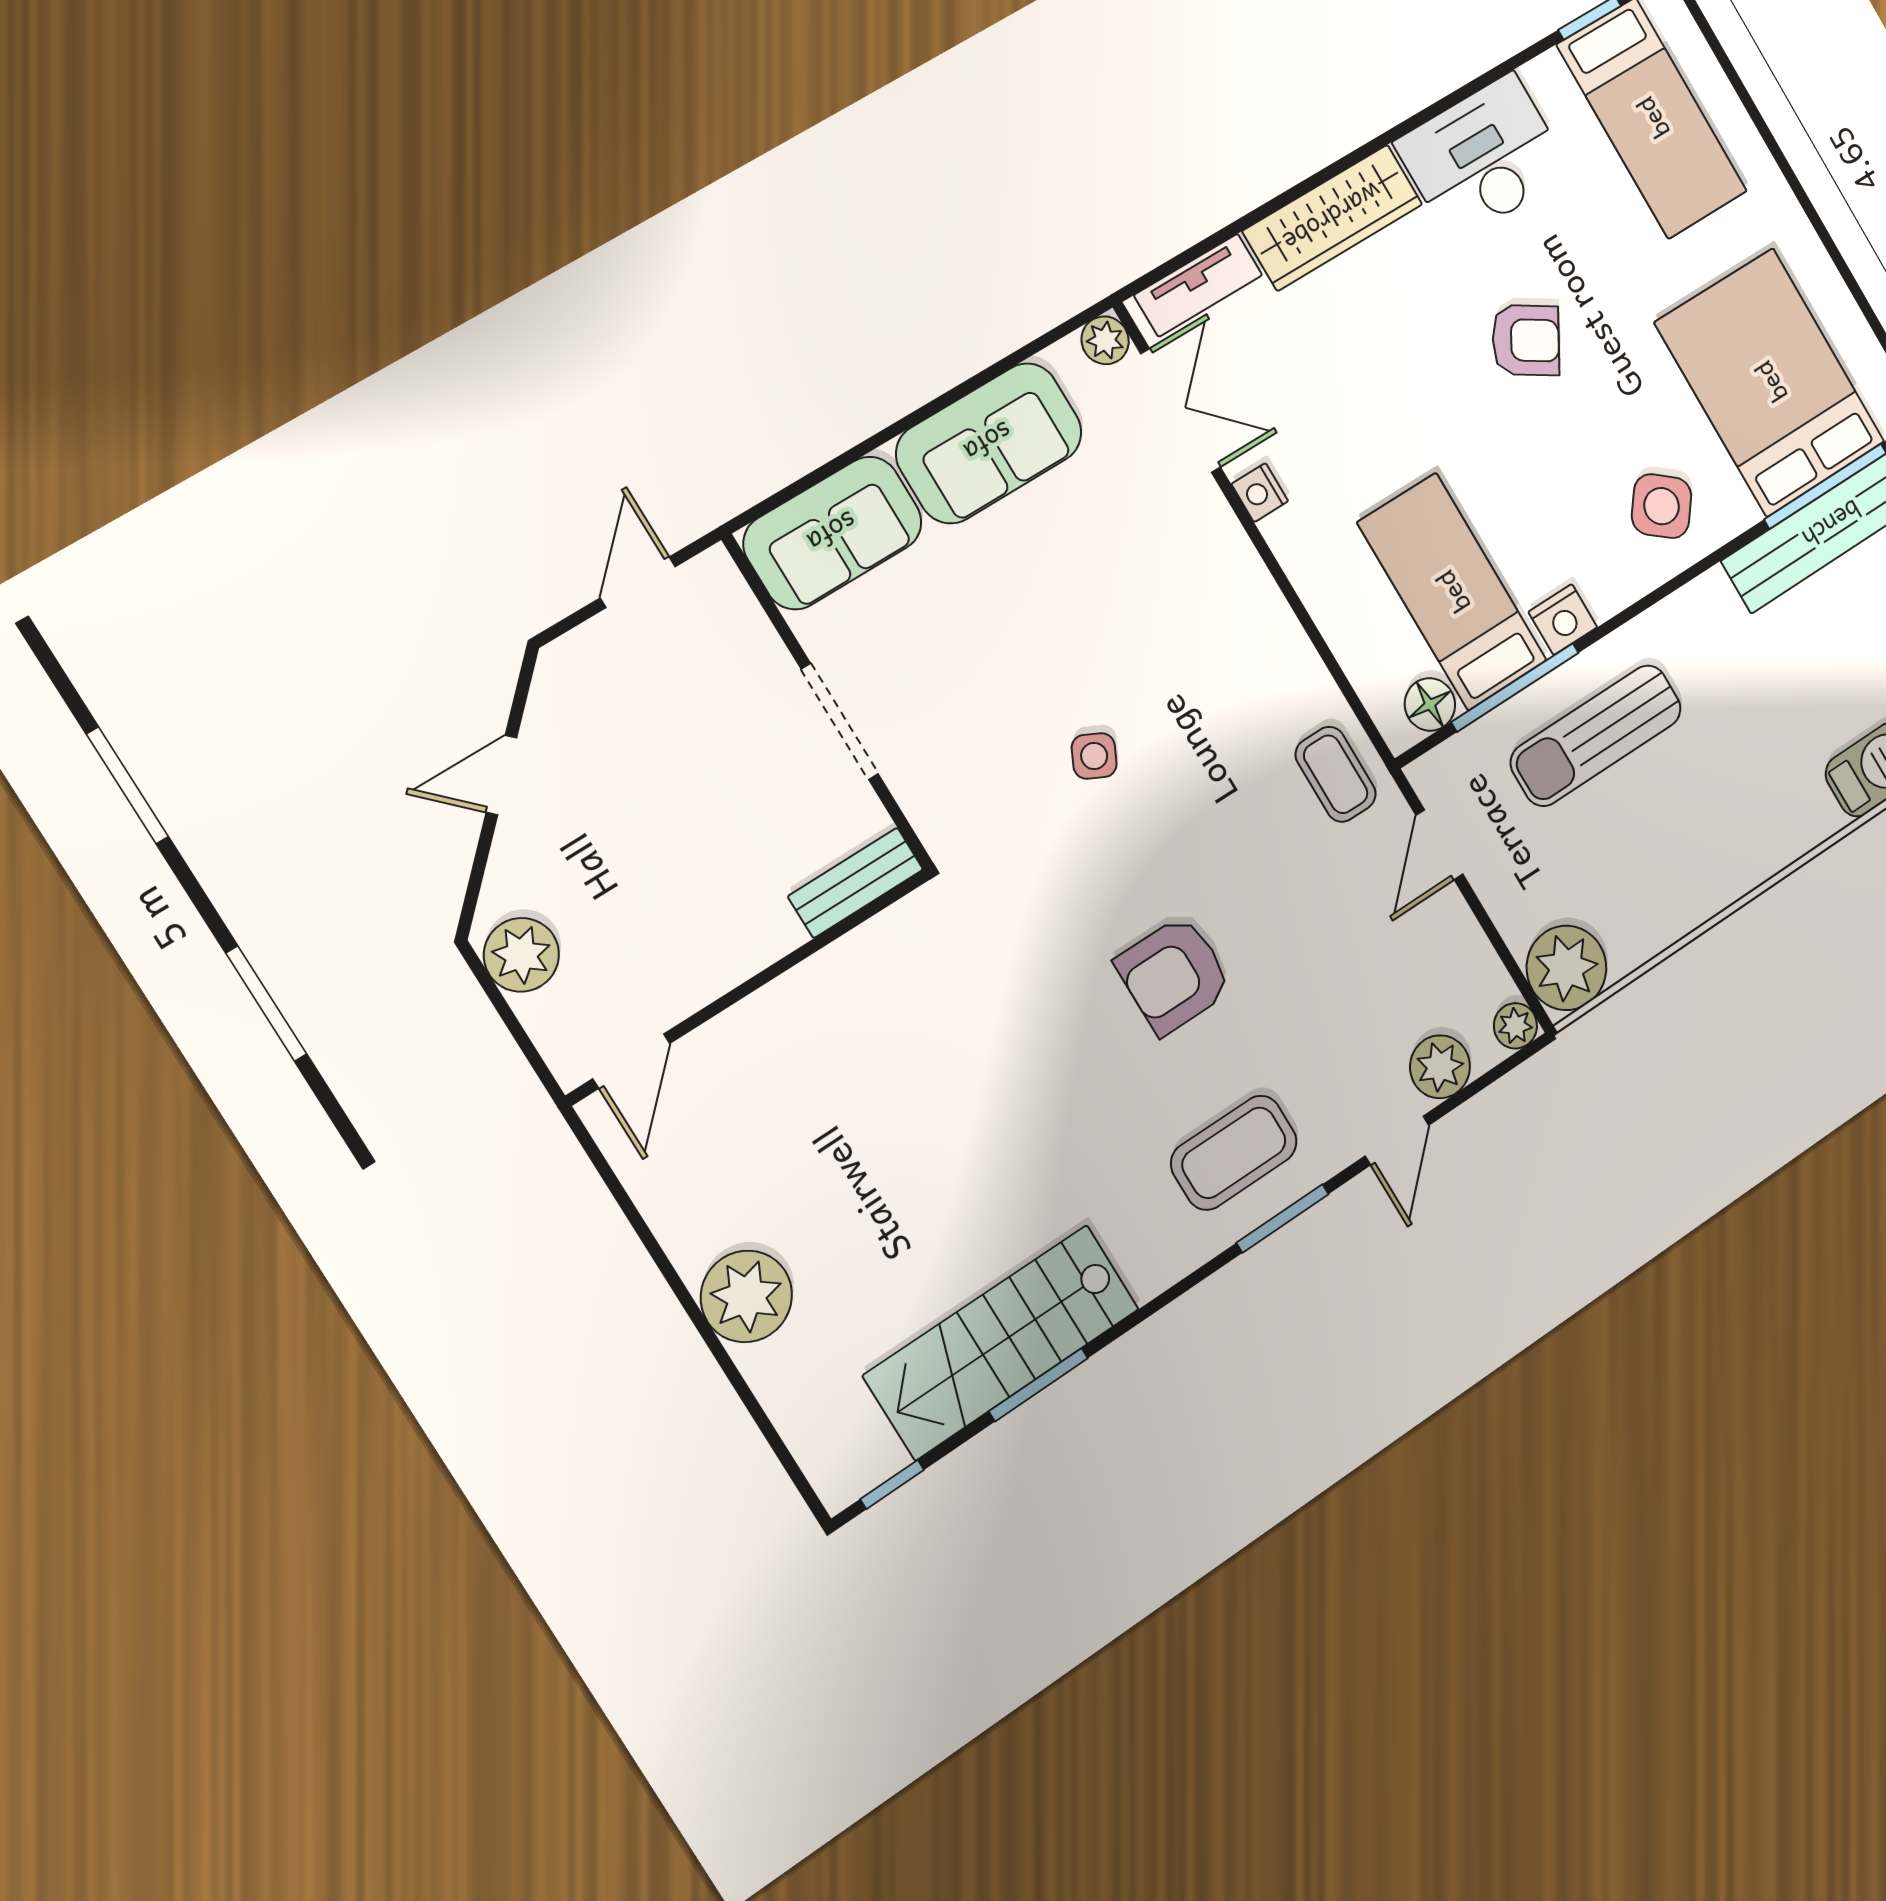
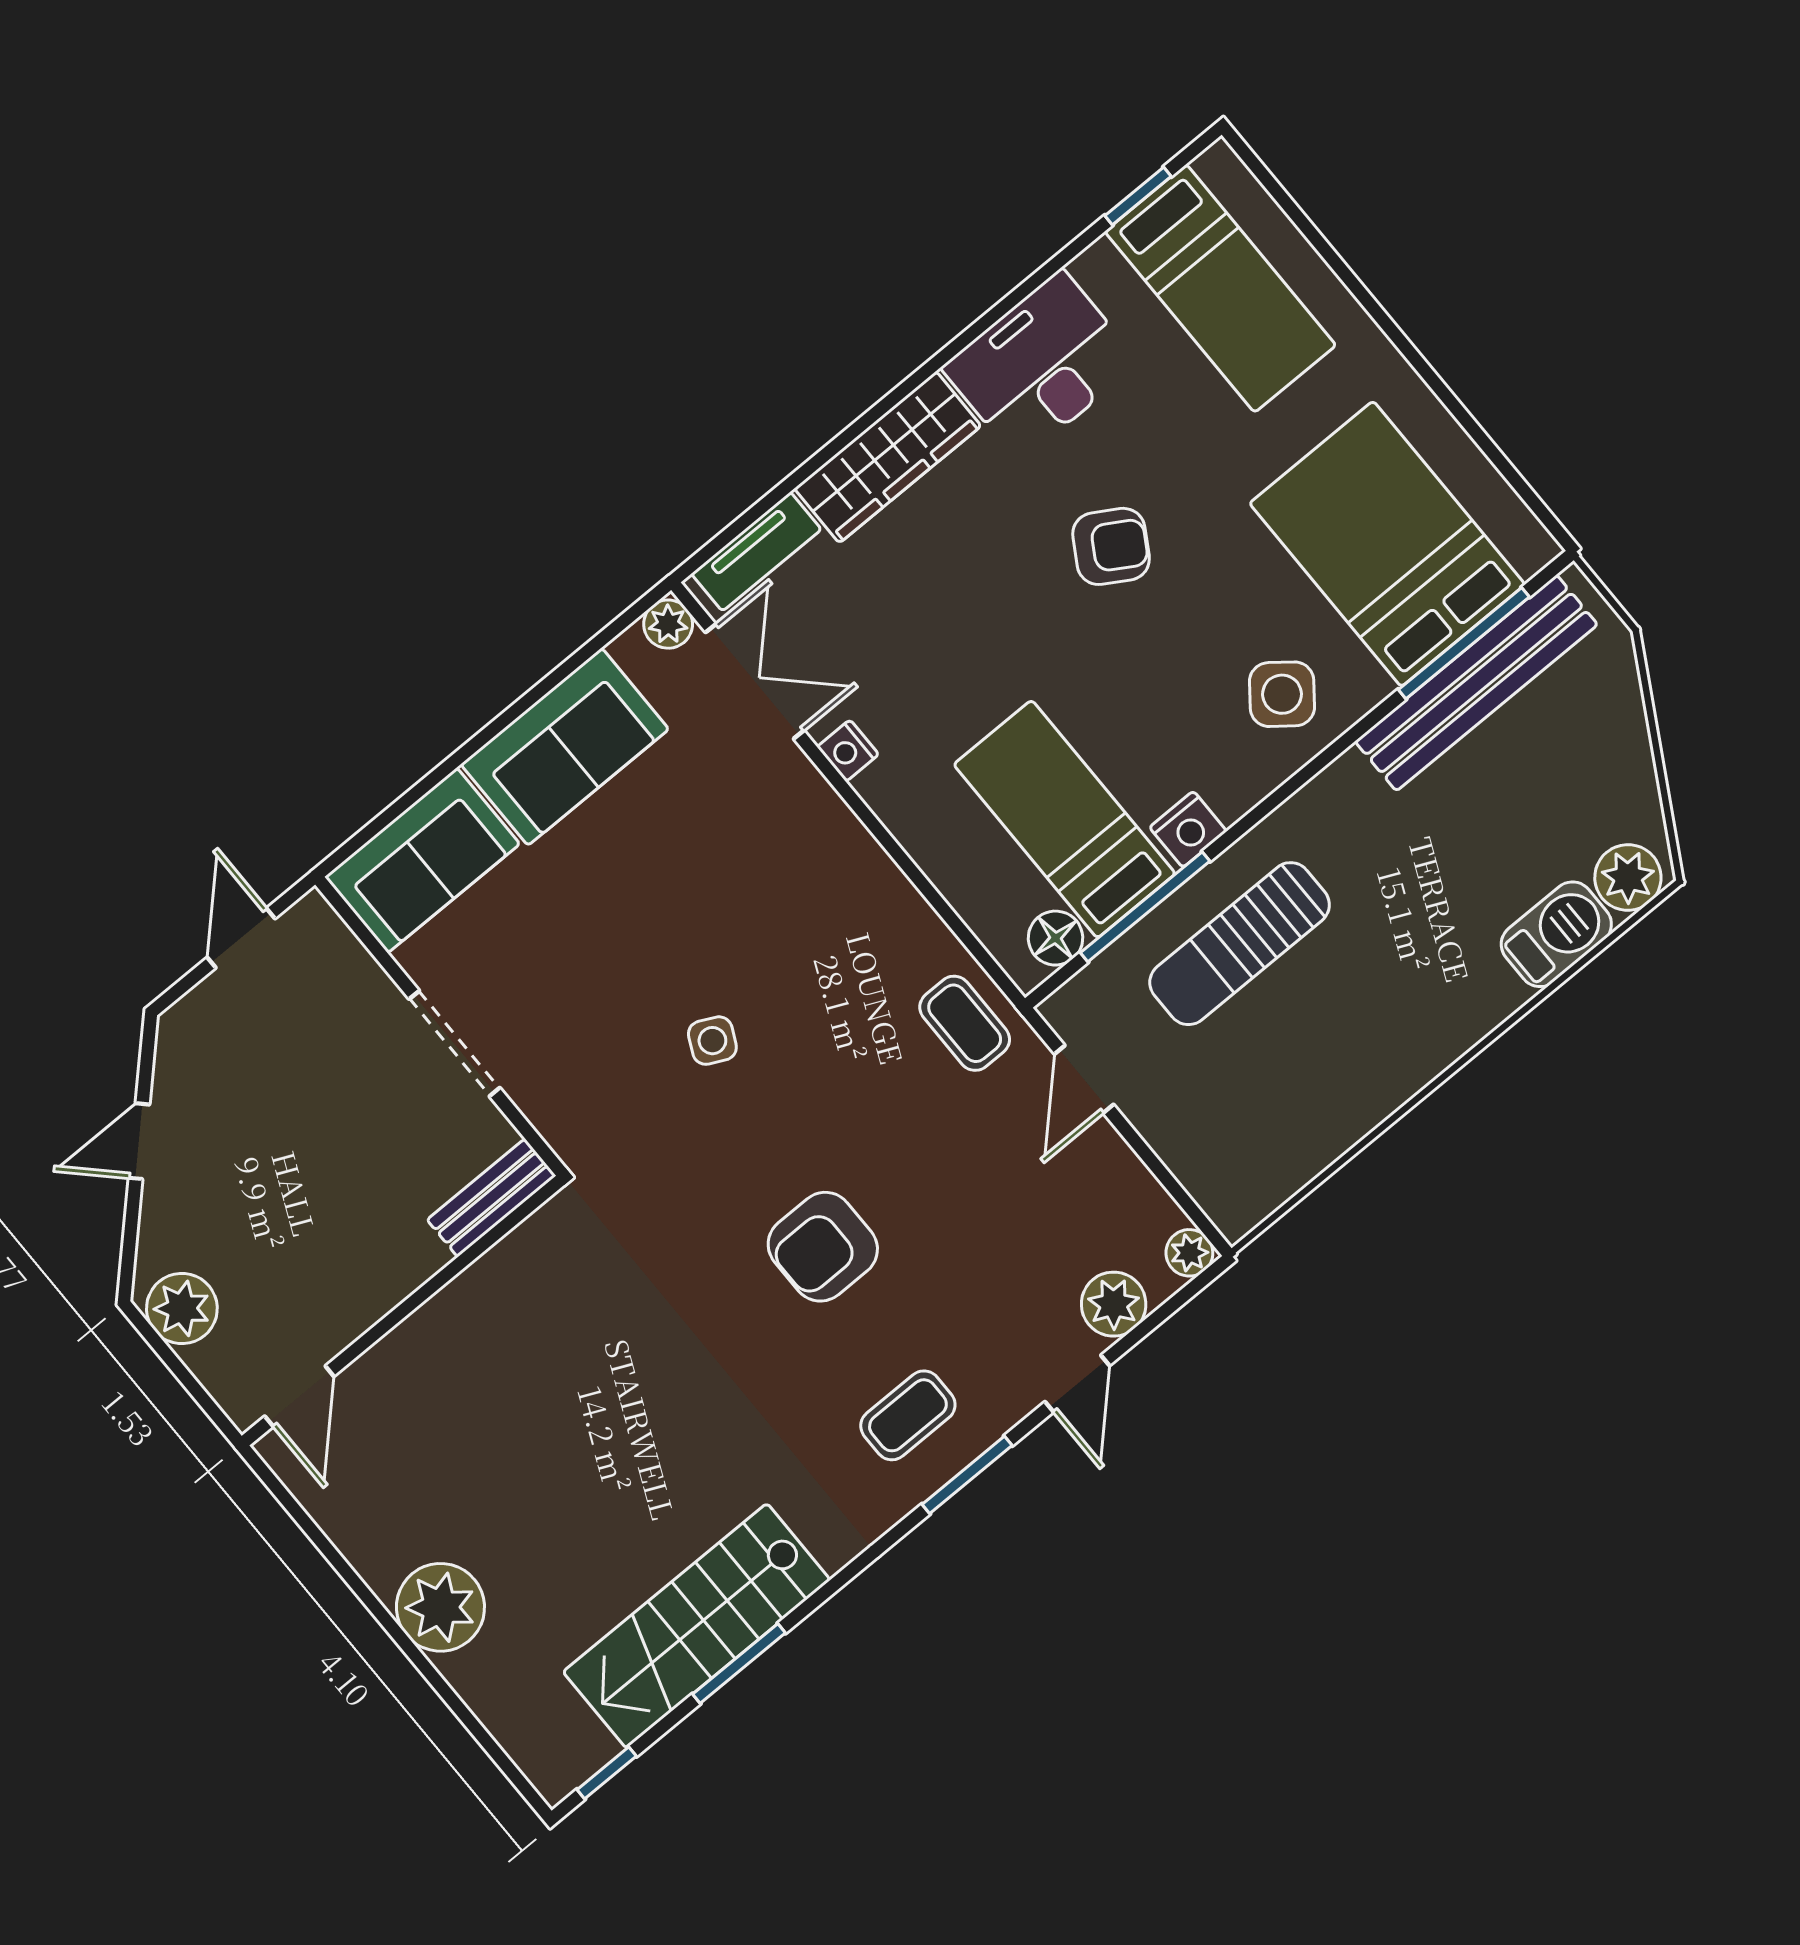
plant: (1566, 968) -> (1237, 1187), removed
coffee table: (1234, 1153) -> (908, 1415), width x0.73, depth x0.77

